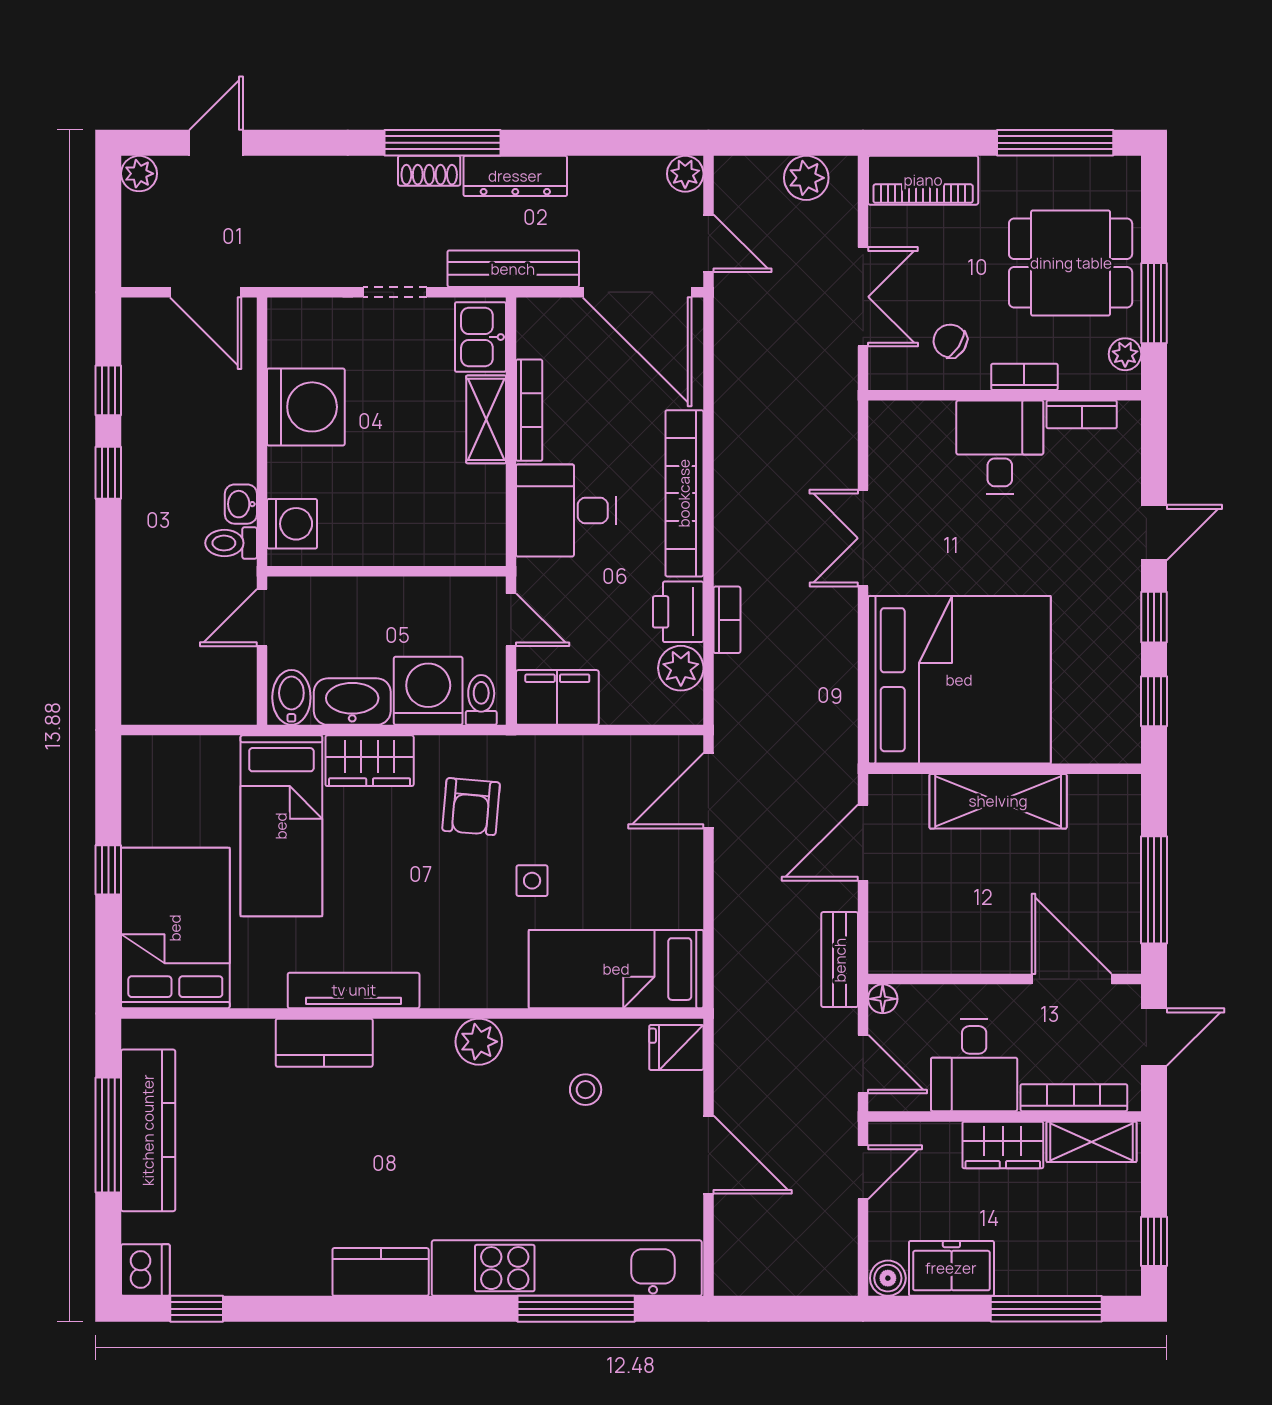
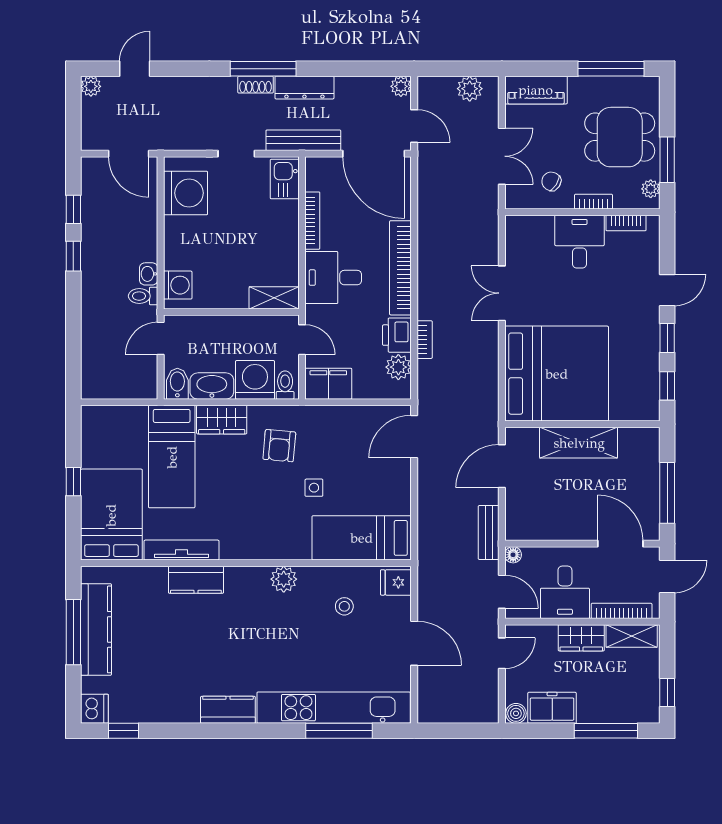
washing machine: (306, 407) -> (186, 193), moved
shelving: (486, 419) -> (274, 298), moved, turned 90
tv unit: (354, 990) -> (181, 550), moved

